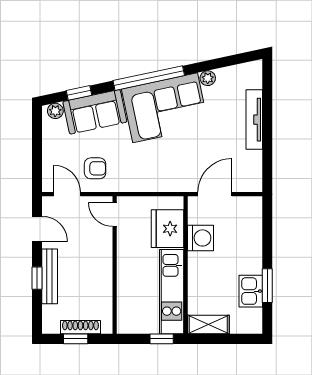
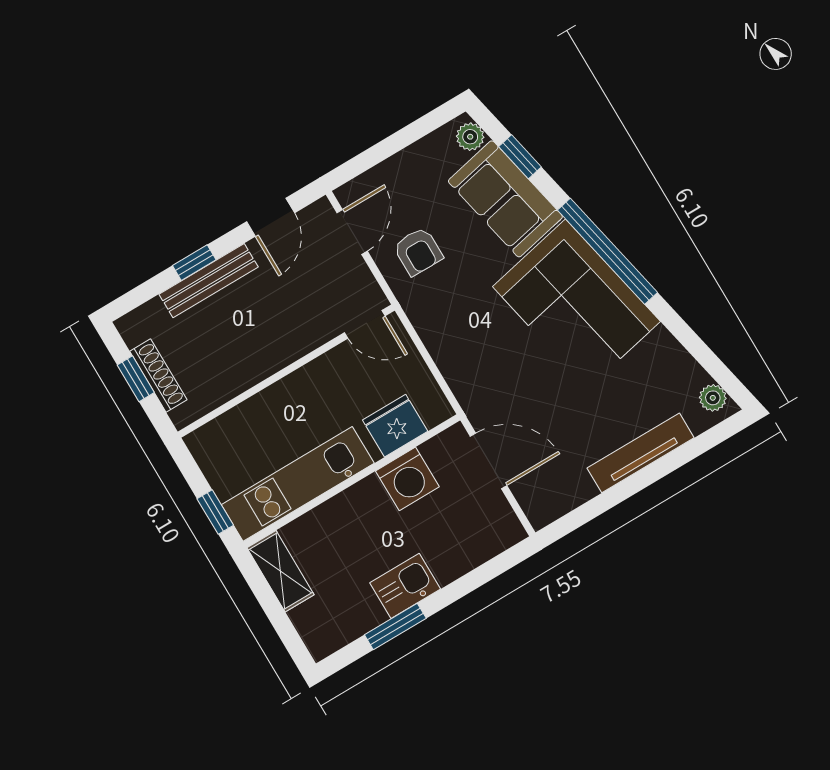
plant: (208, 78) -> (713, 398), moved
door: (115, 214) -> (365, 324), swing flipped
fridge: (167, 229) -> (395, 426), width x0.73, depth x0.75
kitchen sink: (251, 291) -> (405, 586), moved

